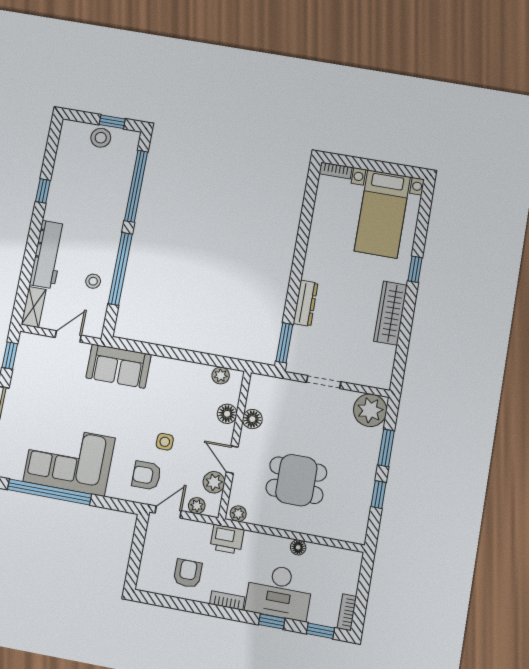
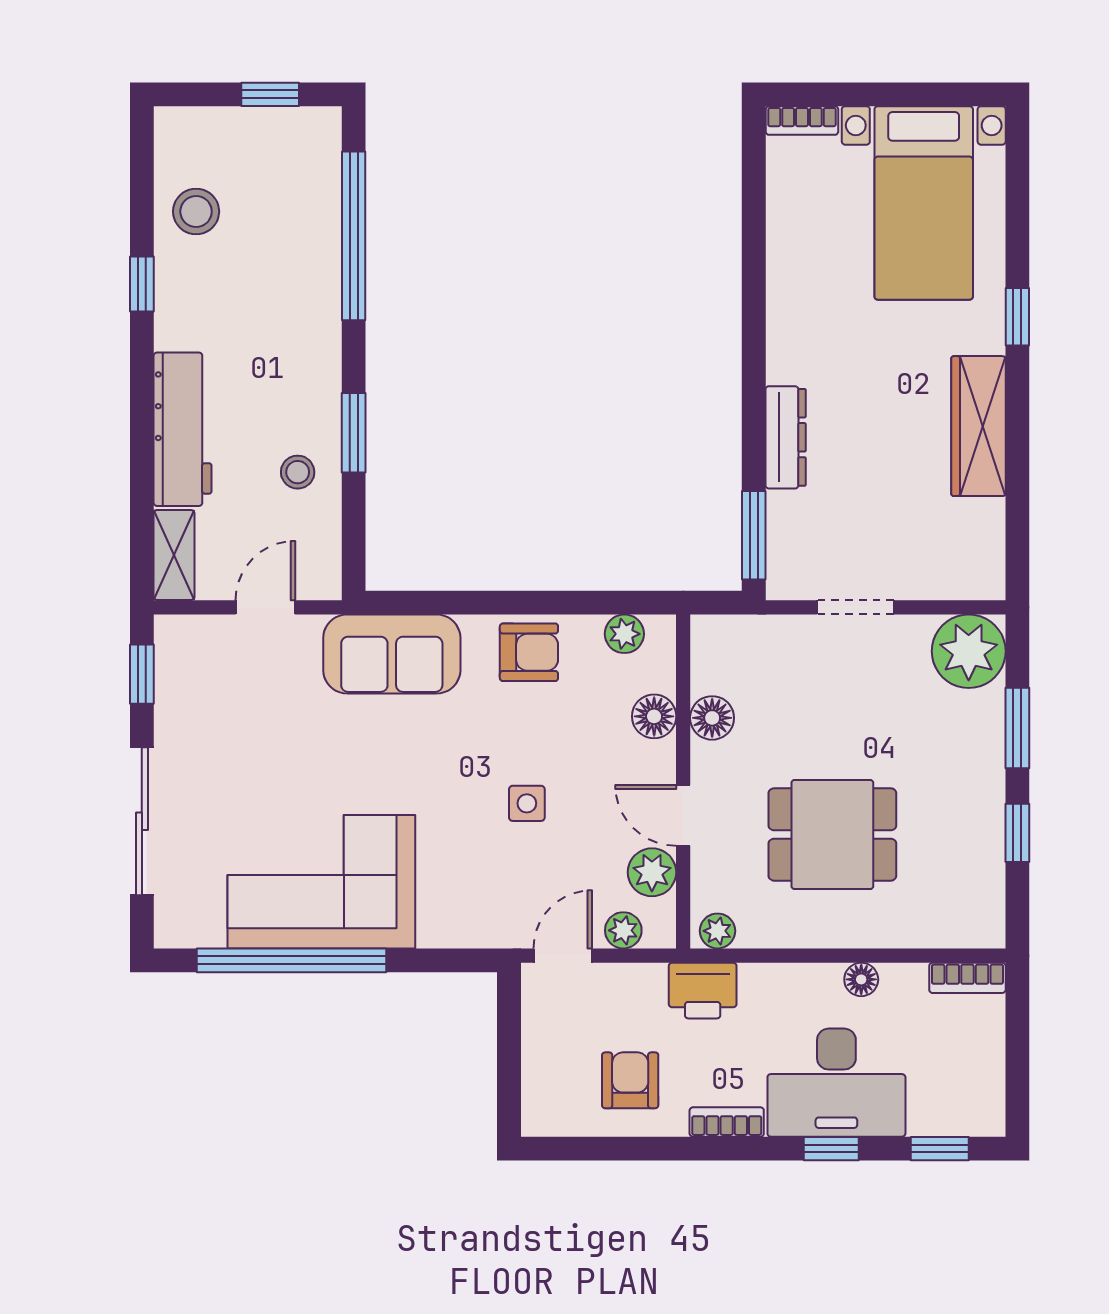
stool: (101, 138) -> (196, 211), moved
window: (120, 269) -> (354, 433), width x0.47
armchair: (146, 475) -> (529, 652), moved, turned 180
bookcase: (347, 612) -> (967, 978), moved, turned -90

